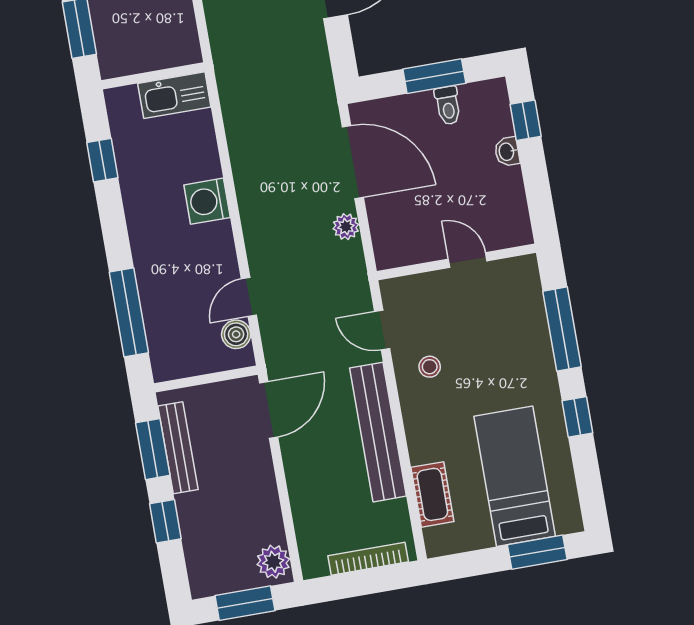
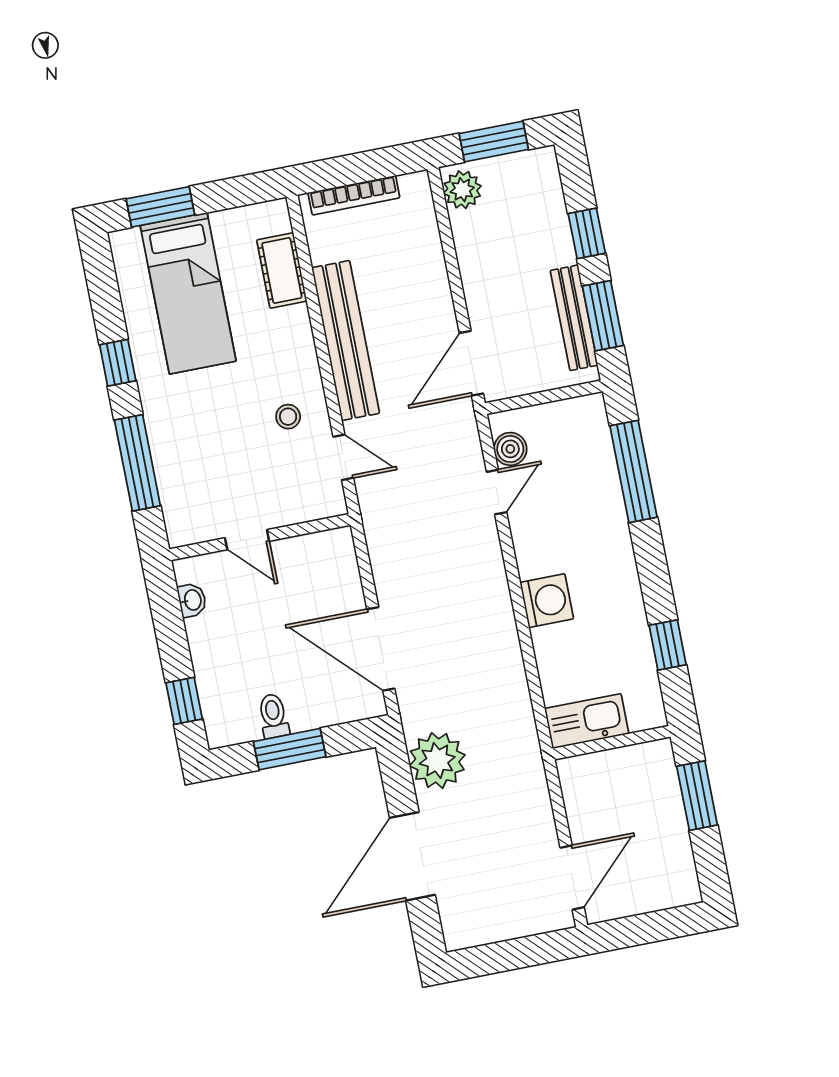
washbasin: (507, 152) -> (192, 600), moved
plant: (346, 227) -> (437, 760), moved, width x1.88, depth x1.88

